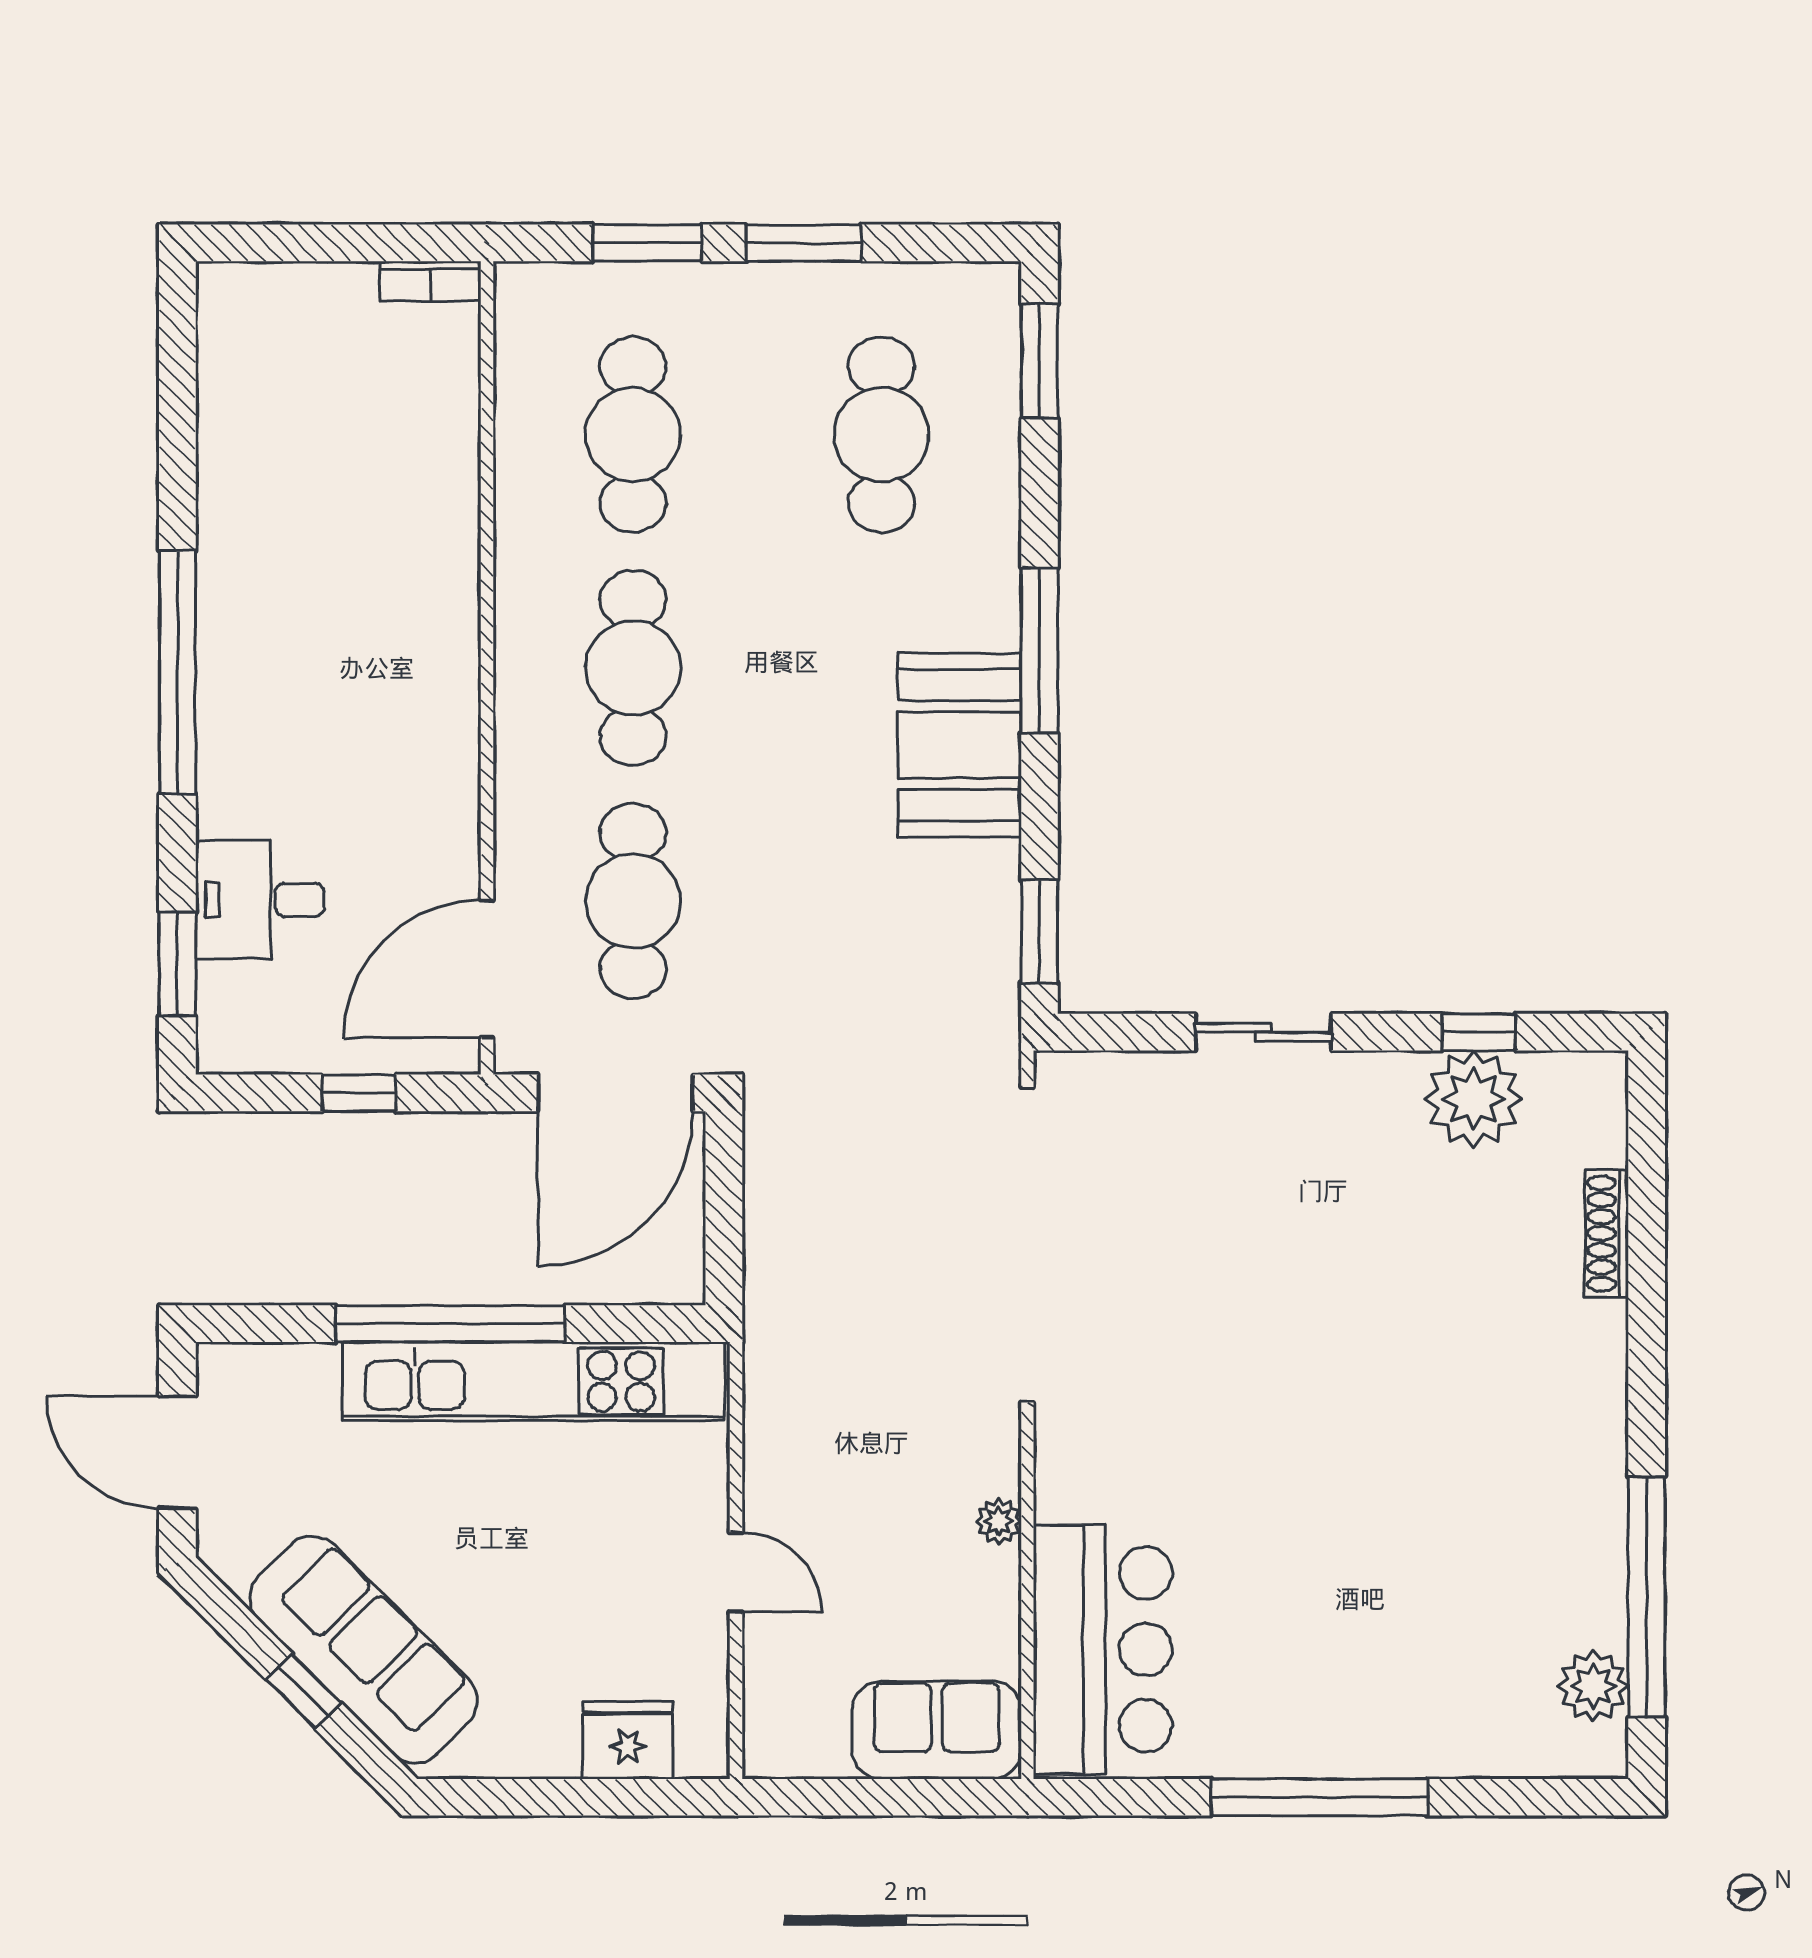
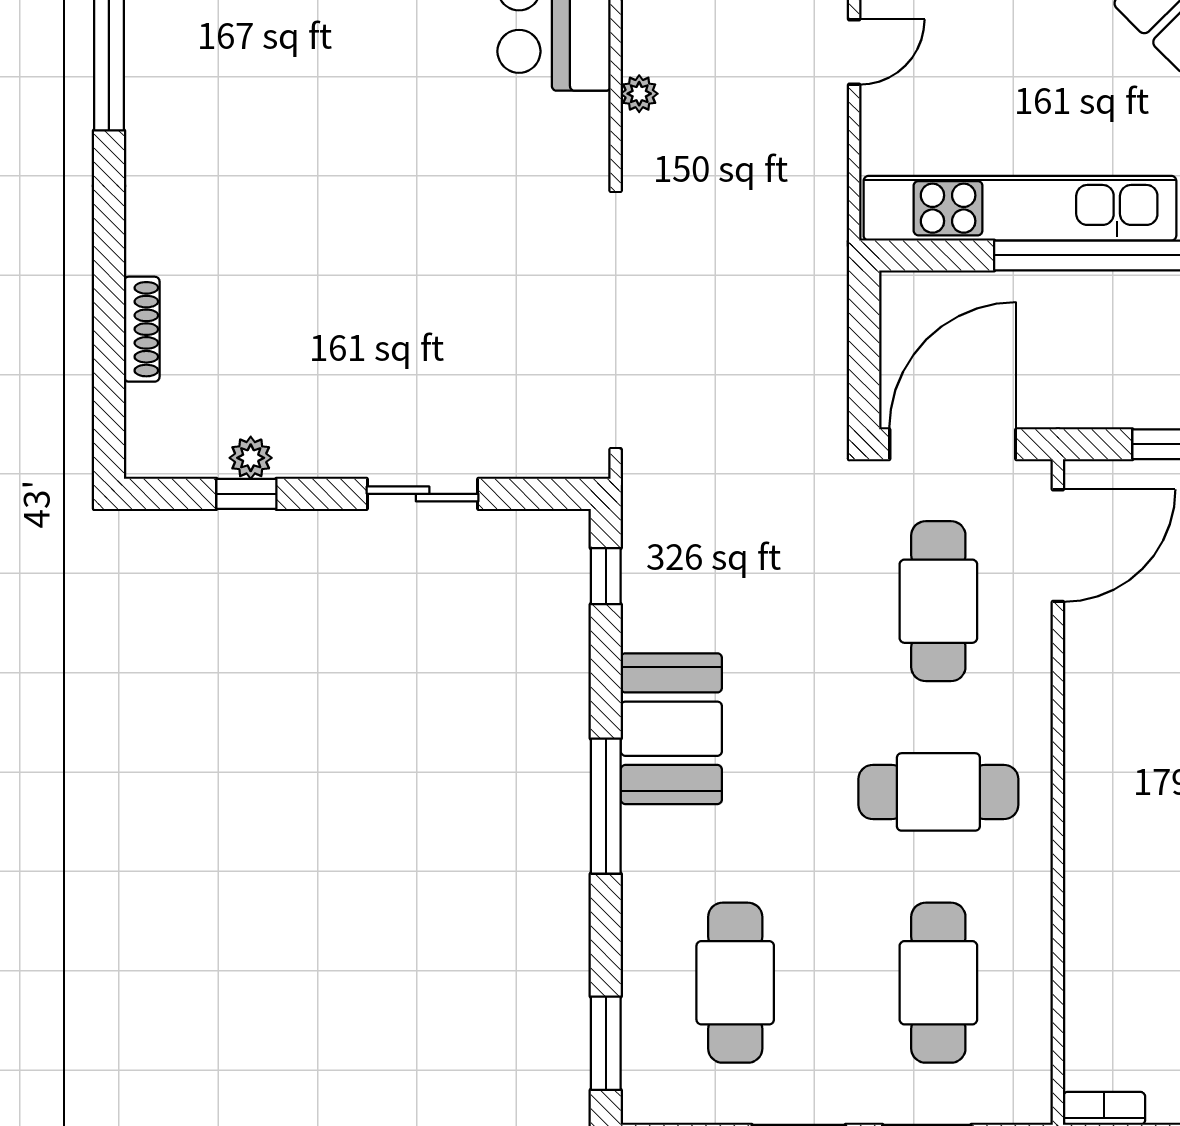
cafe table: (633, 668) -> (938, 792), turned 90
window: (1040, 932) -> (606, 576), width x0.67
plant: (1474, 1099) -> (251, 458), width x0.53, depth x0.53
door: (736, 1572) -> (854, 52), swing flipped

